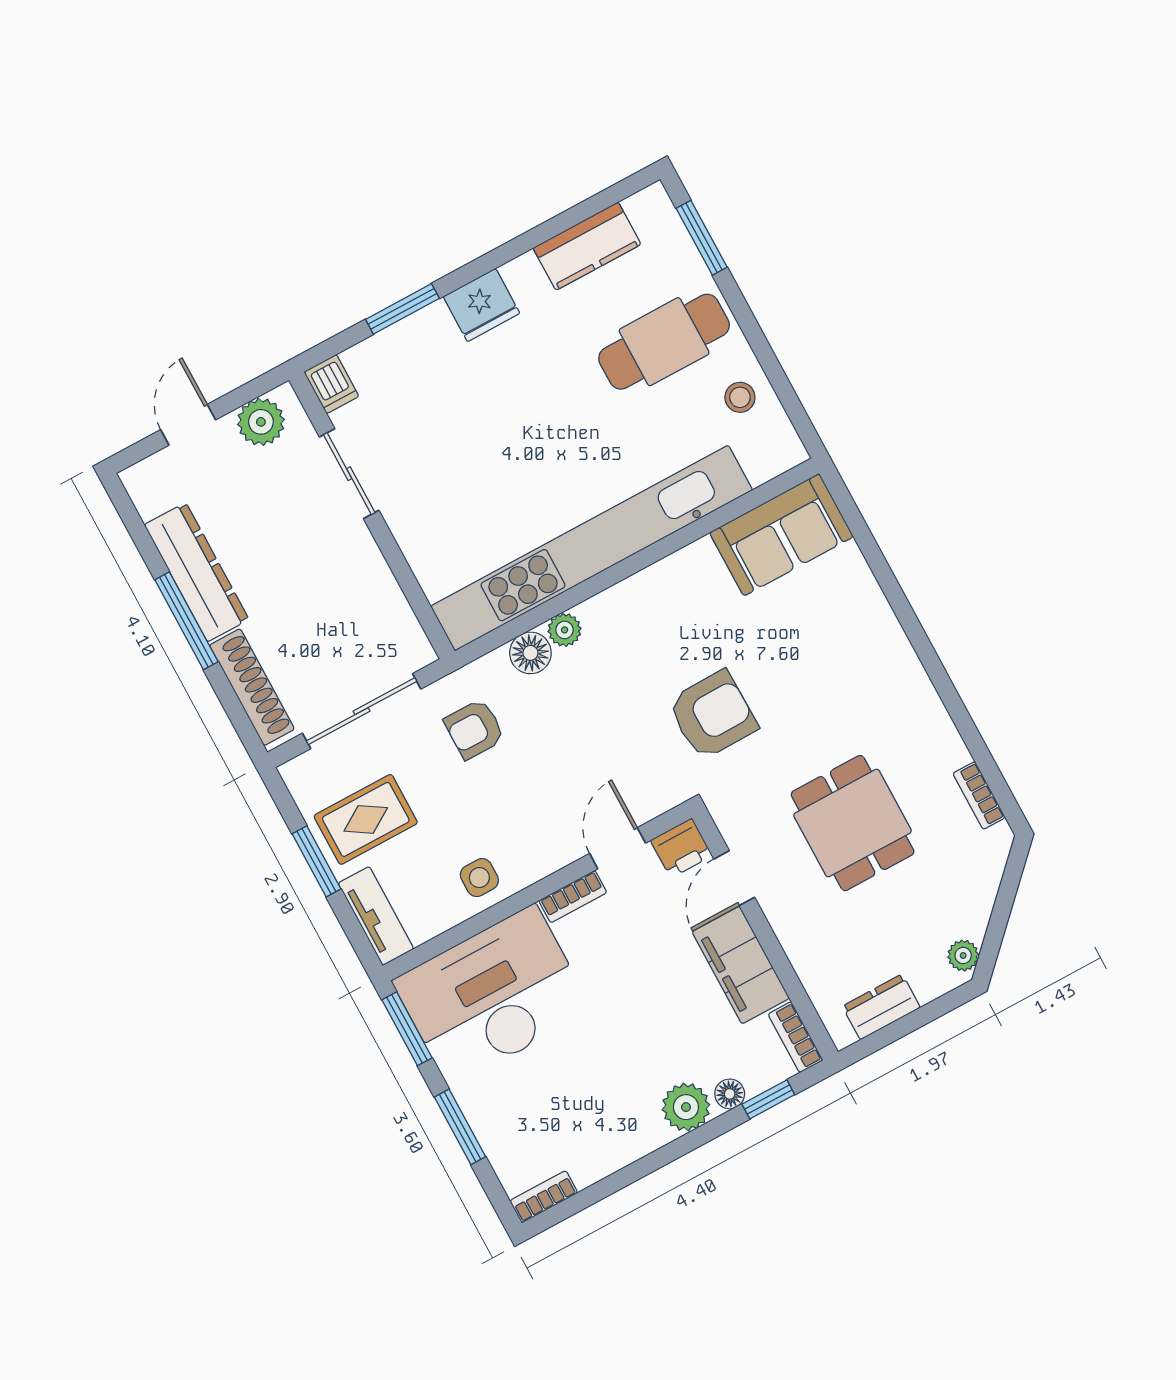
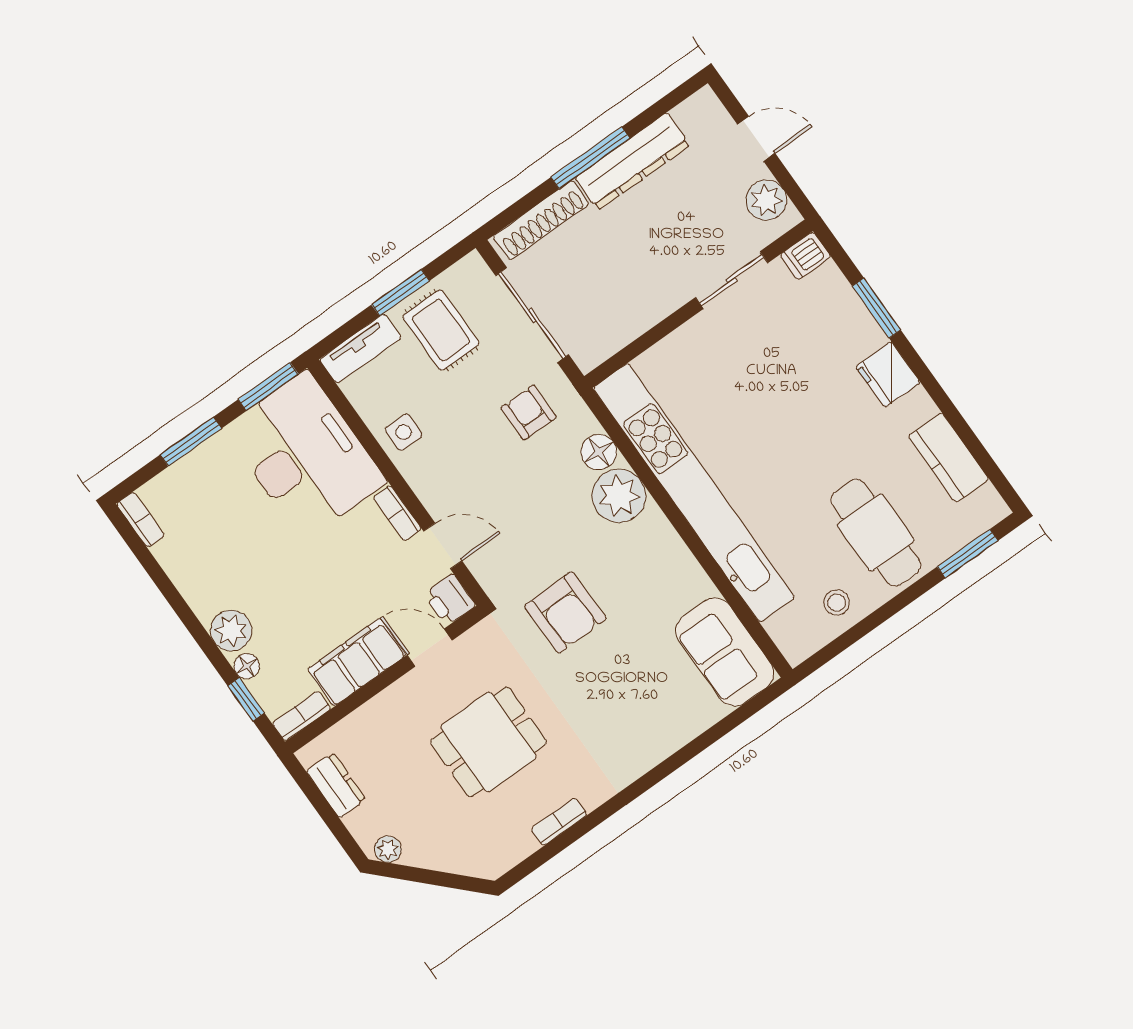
plant: (565, 630) -> (619, 496), width x1.88, depth x1.88
bookcase: (979, 795) -> (559, 822), moved

